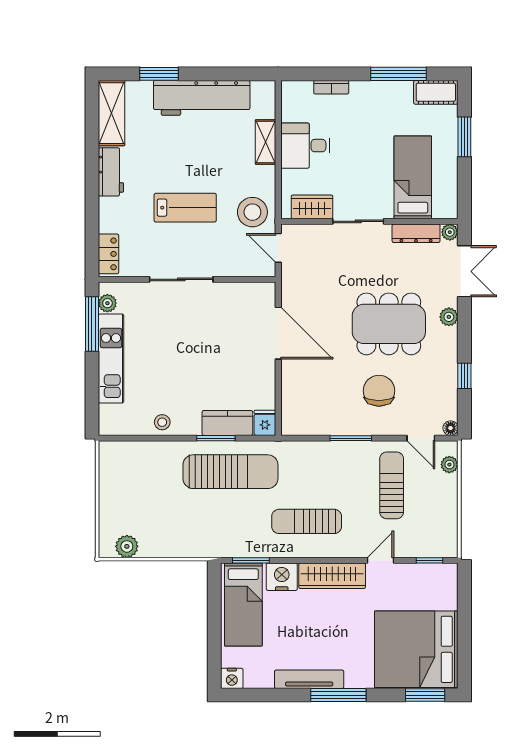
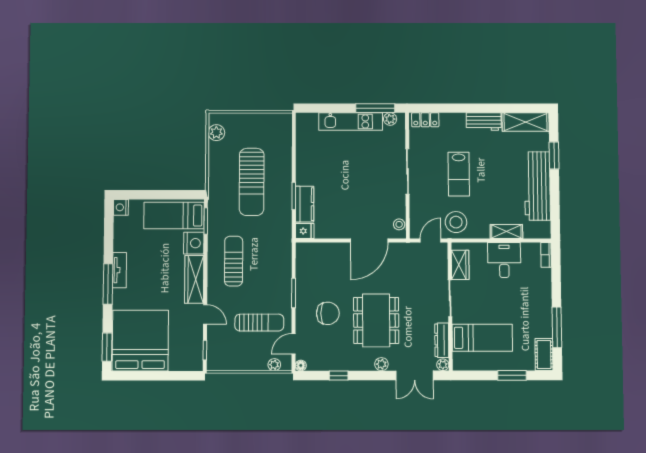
bookcase: (331, 87) -> (546, 255), moved
stool: (162, 422) -> (399, 224), moved
sun lounger: (230, 472) -> (252, 182), moved
tv unit: (309, 679) -> (120, 270), width x0.71

